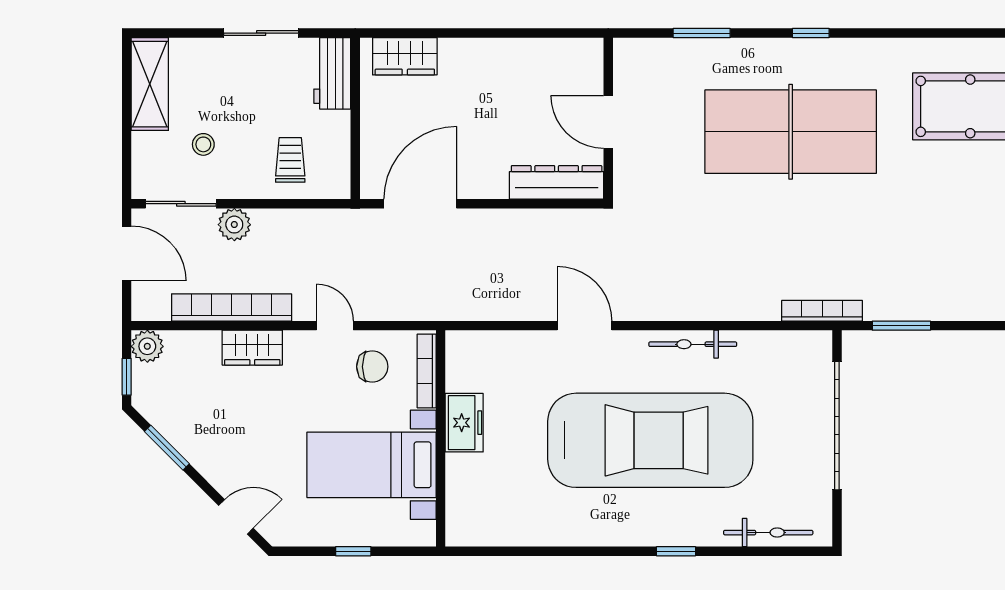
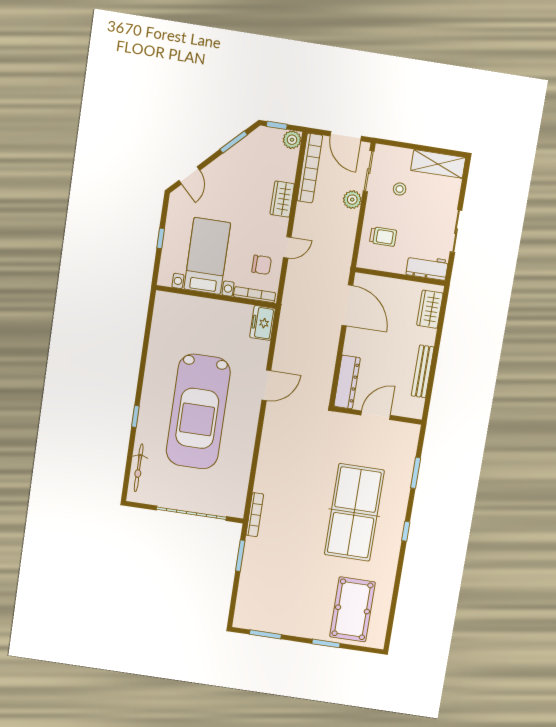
bench: (517, 51) -> (423, 371), added
door: (127, 253) -> (346, 136), hinge flipped
bookcase: (232, 307) -> (310, 168), moved
bicycle: (693, 344) -> (247, 443), removed
chair: (372, 367) -> (262, 265), turned -90
freezer: (464, 423) -> (263, 323), moved, turned 90

